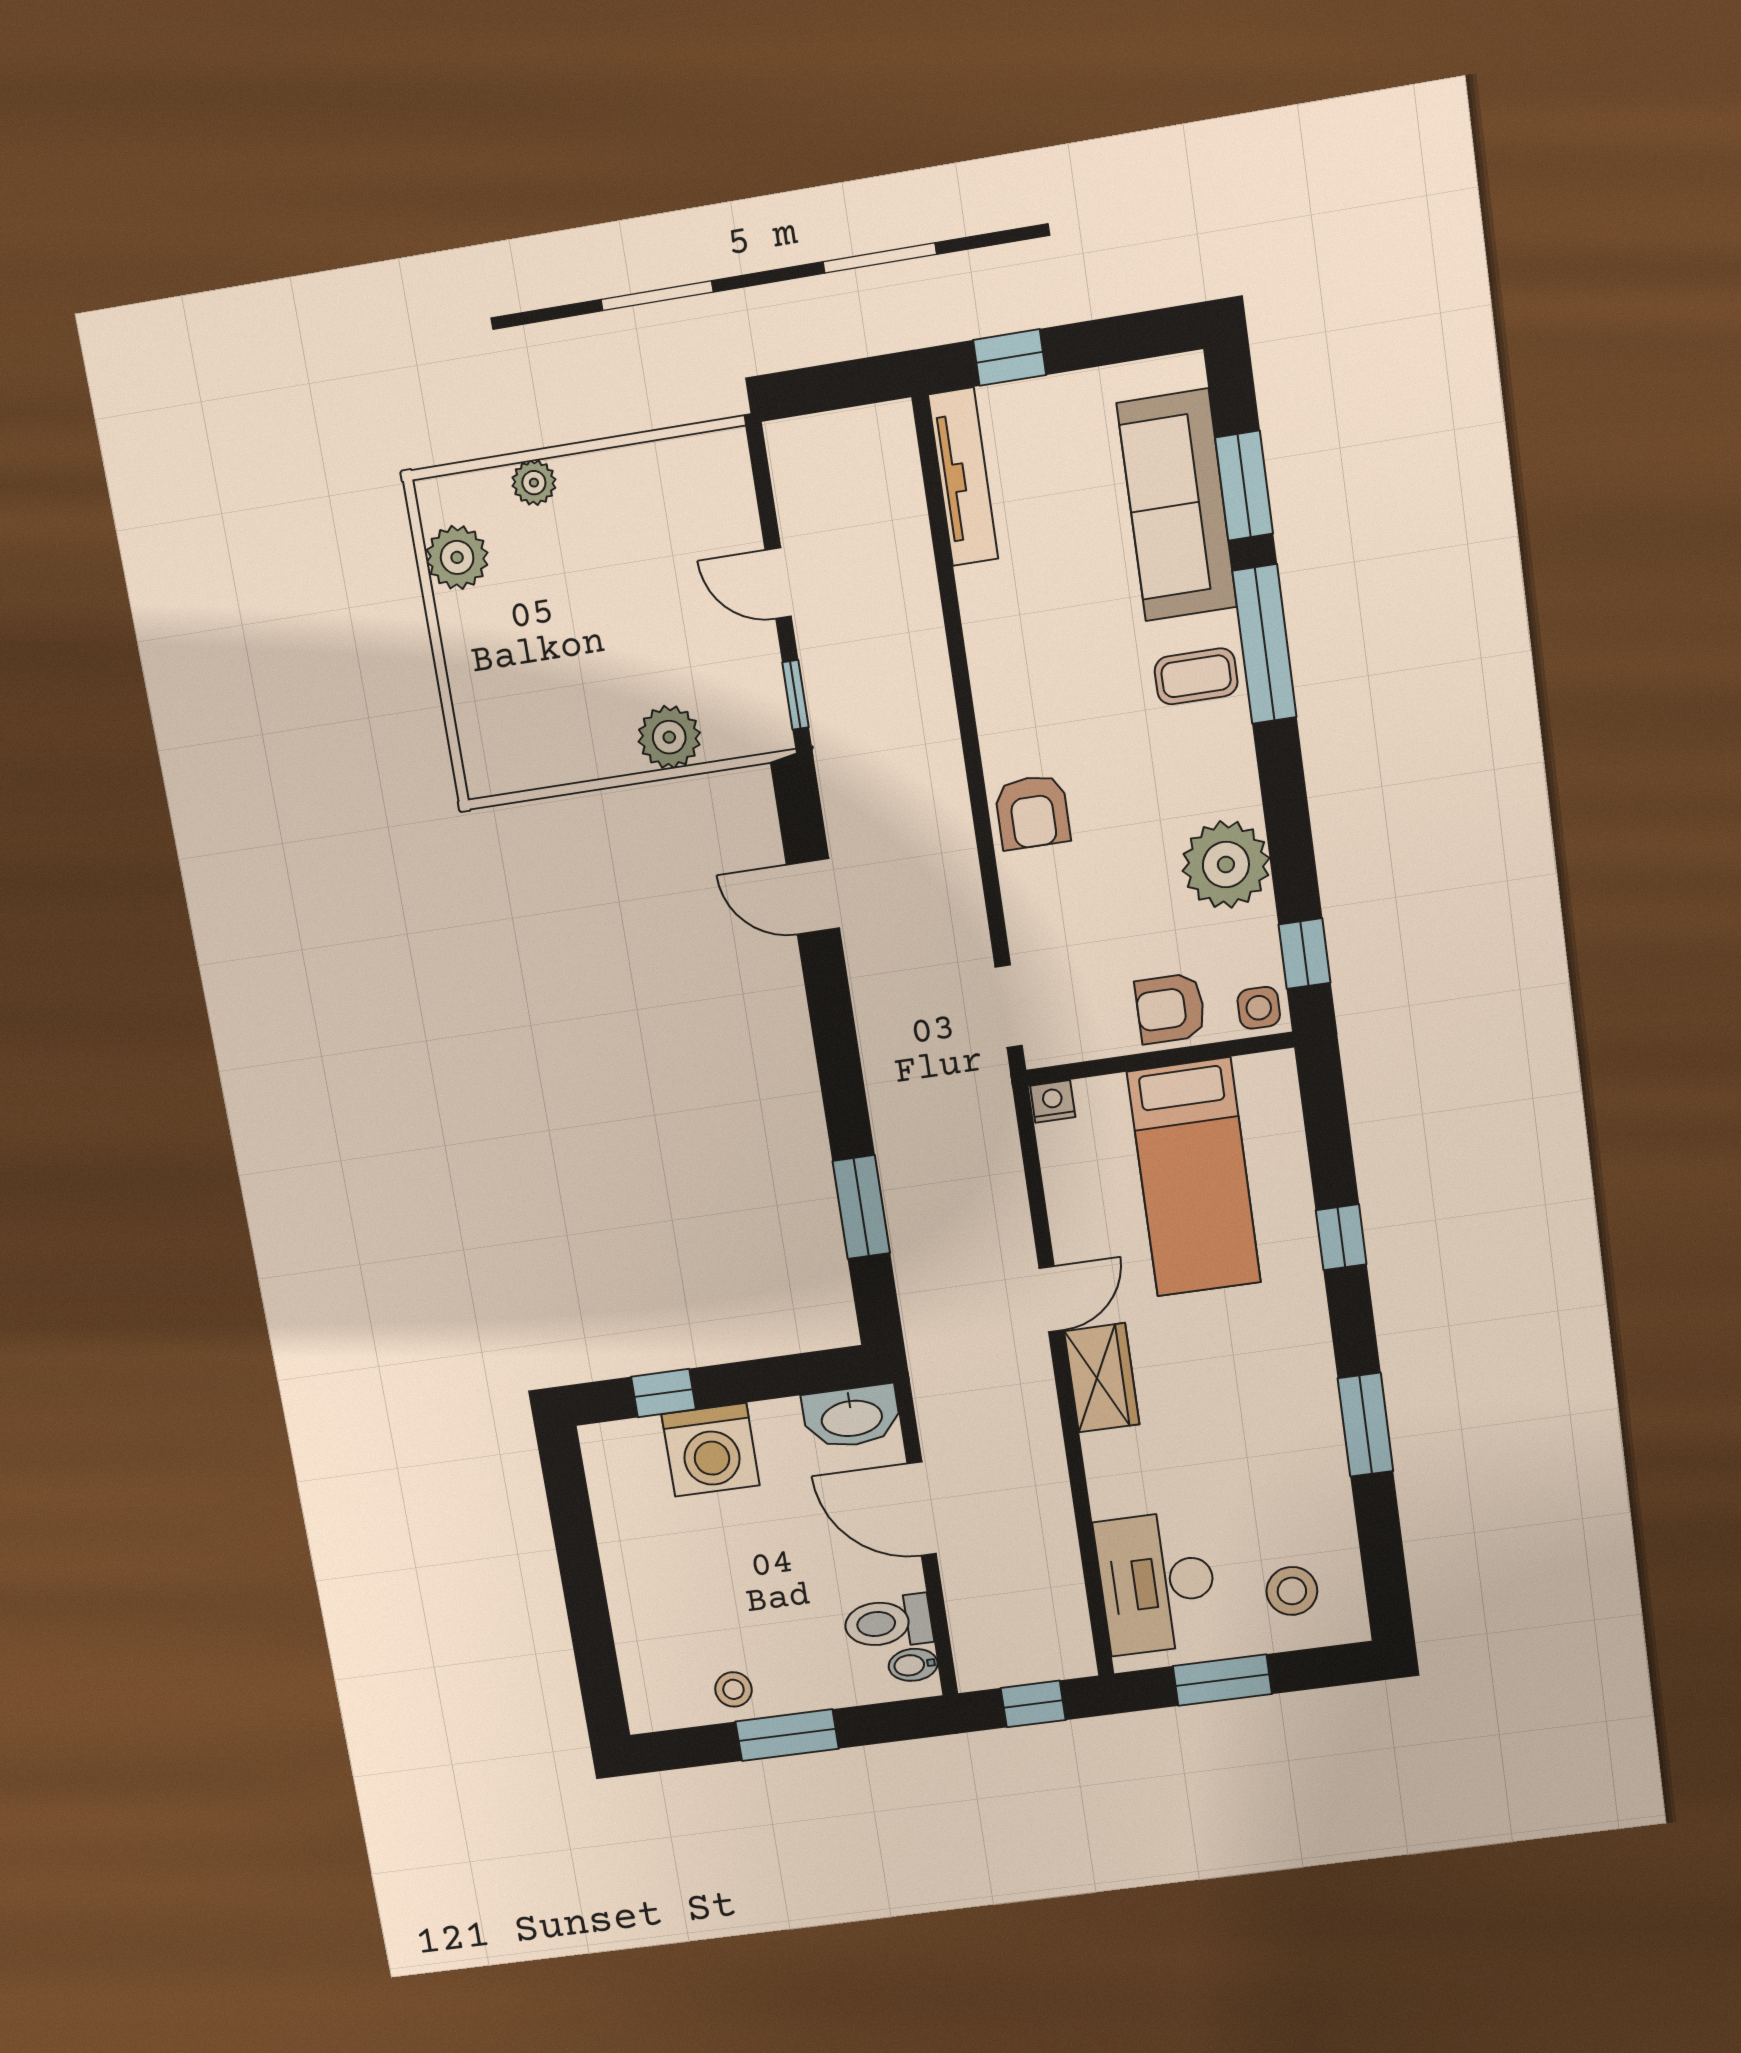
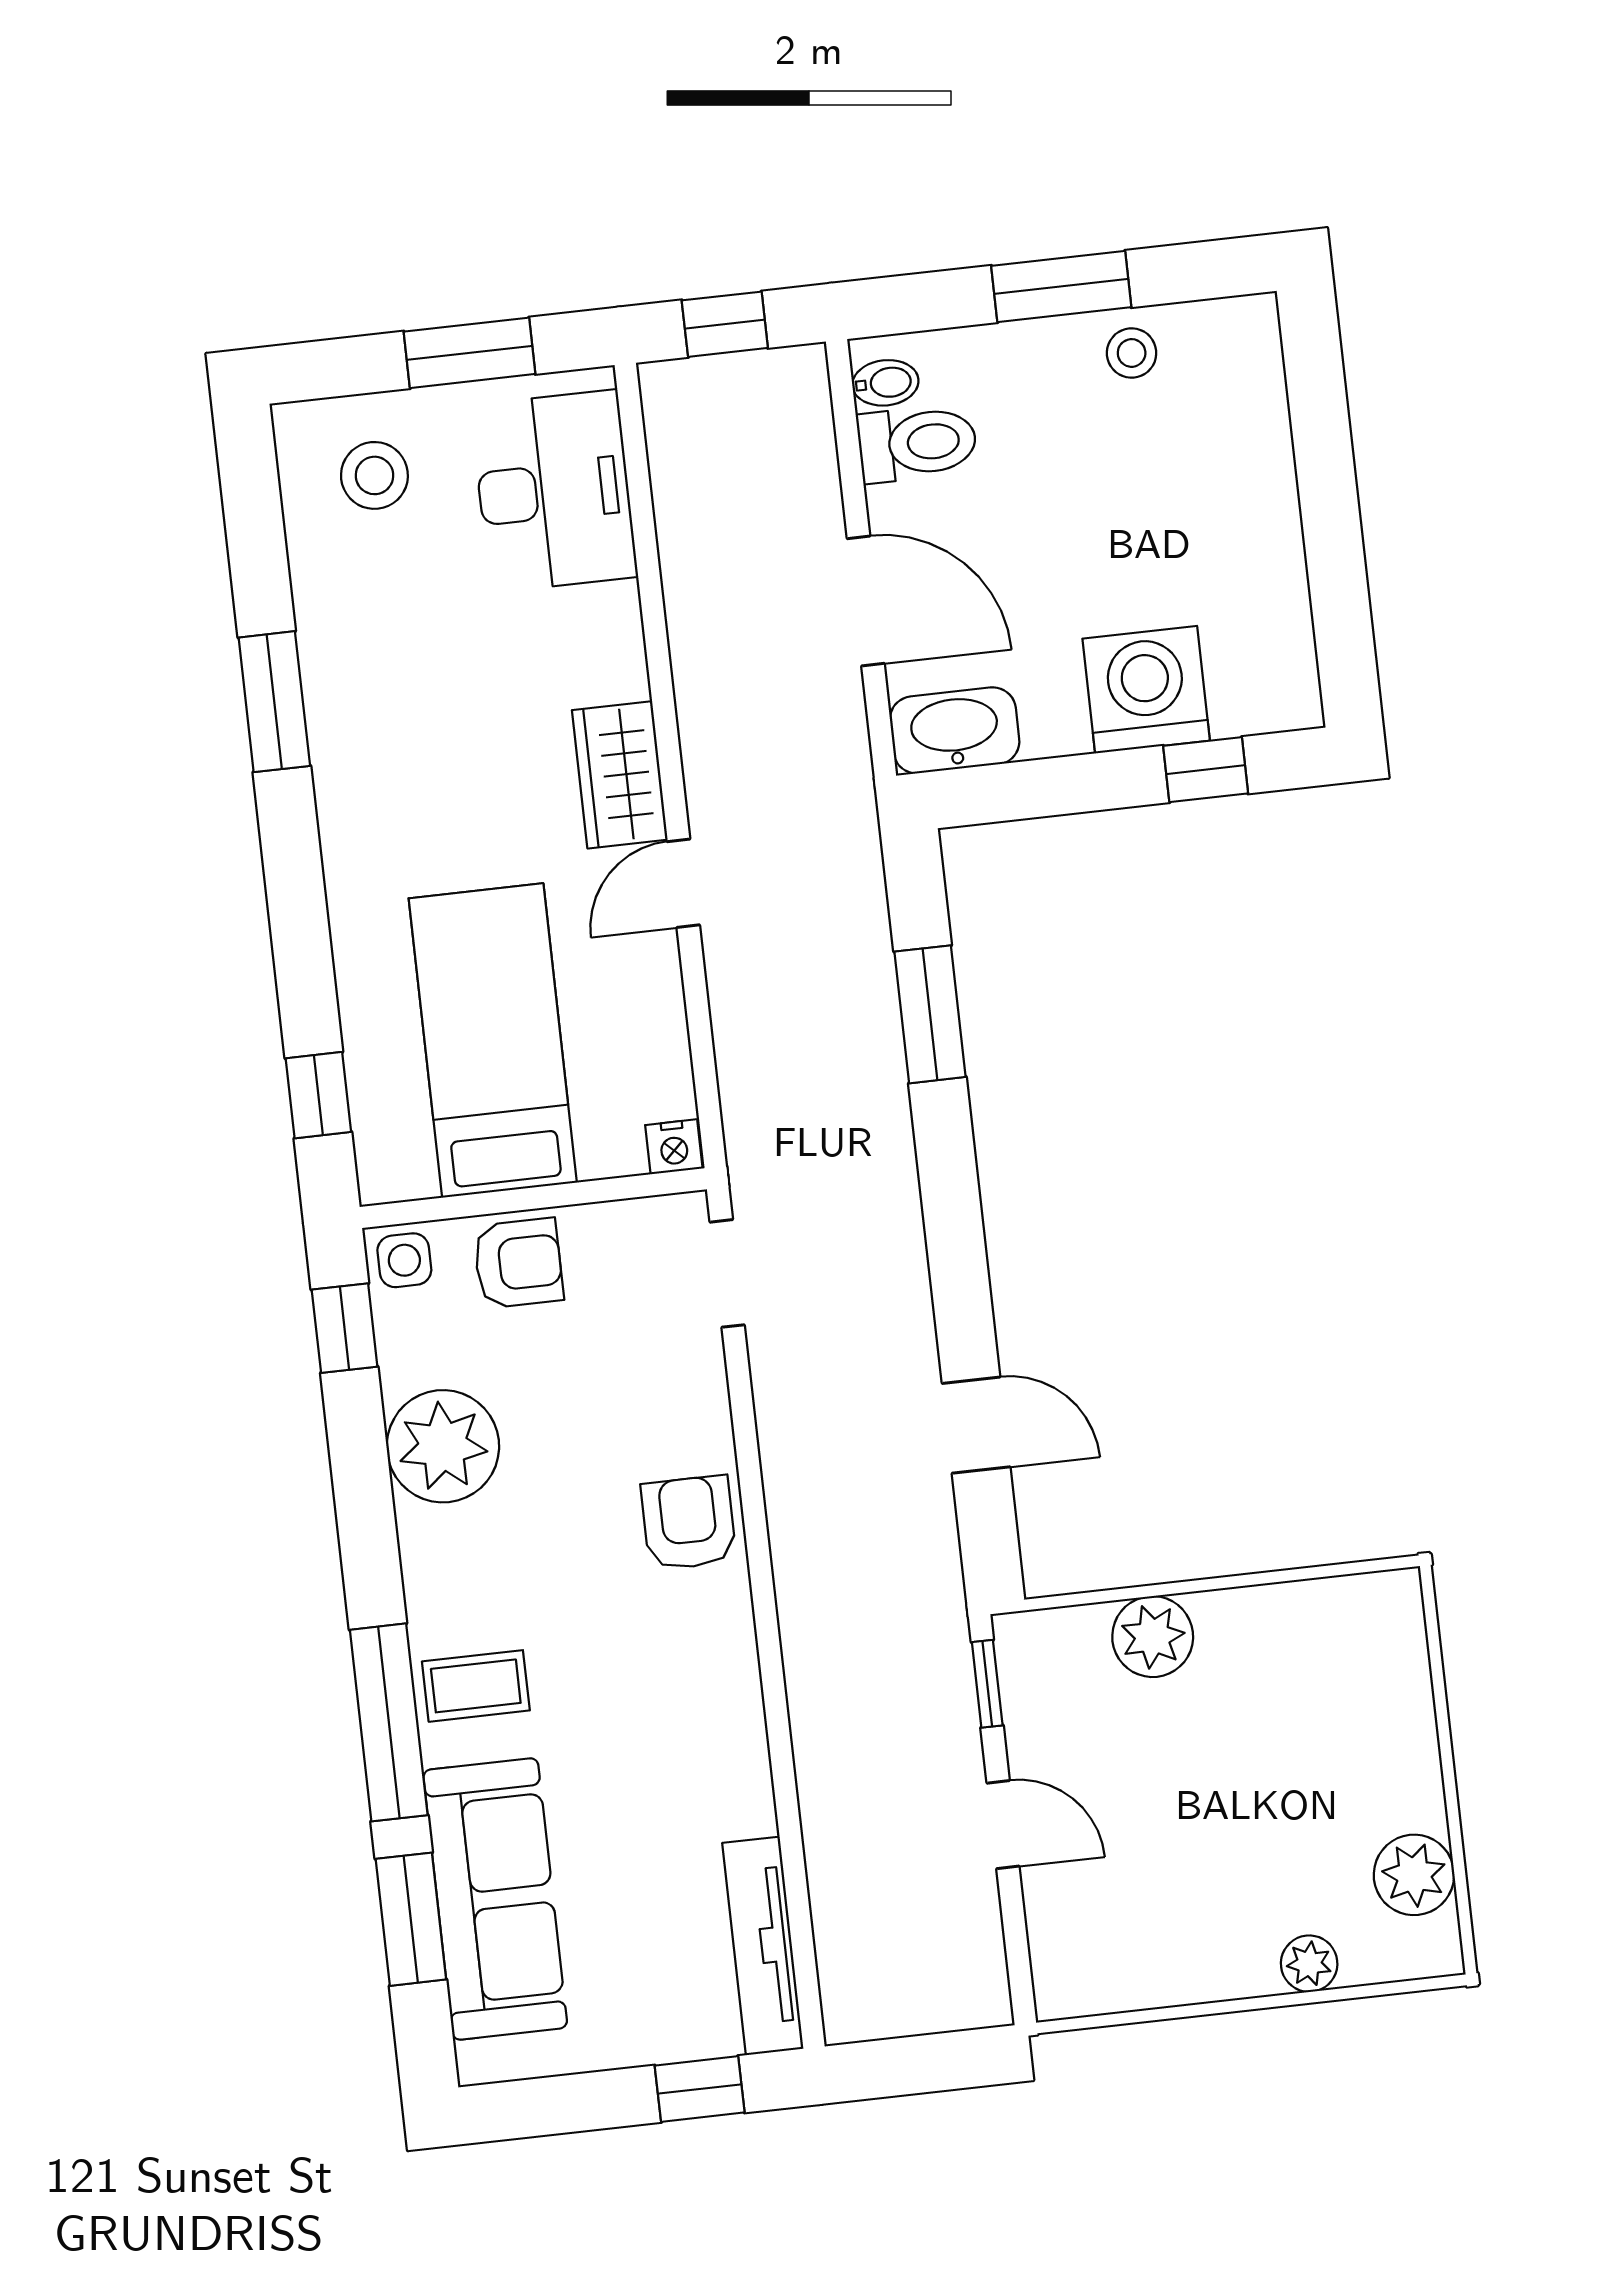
window: (1341, 1237) -> (318, 1095), moved

